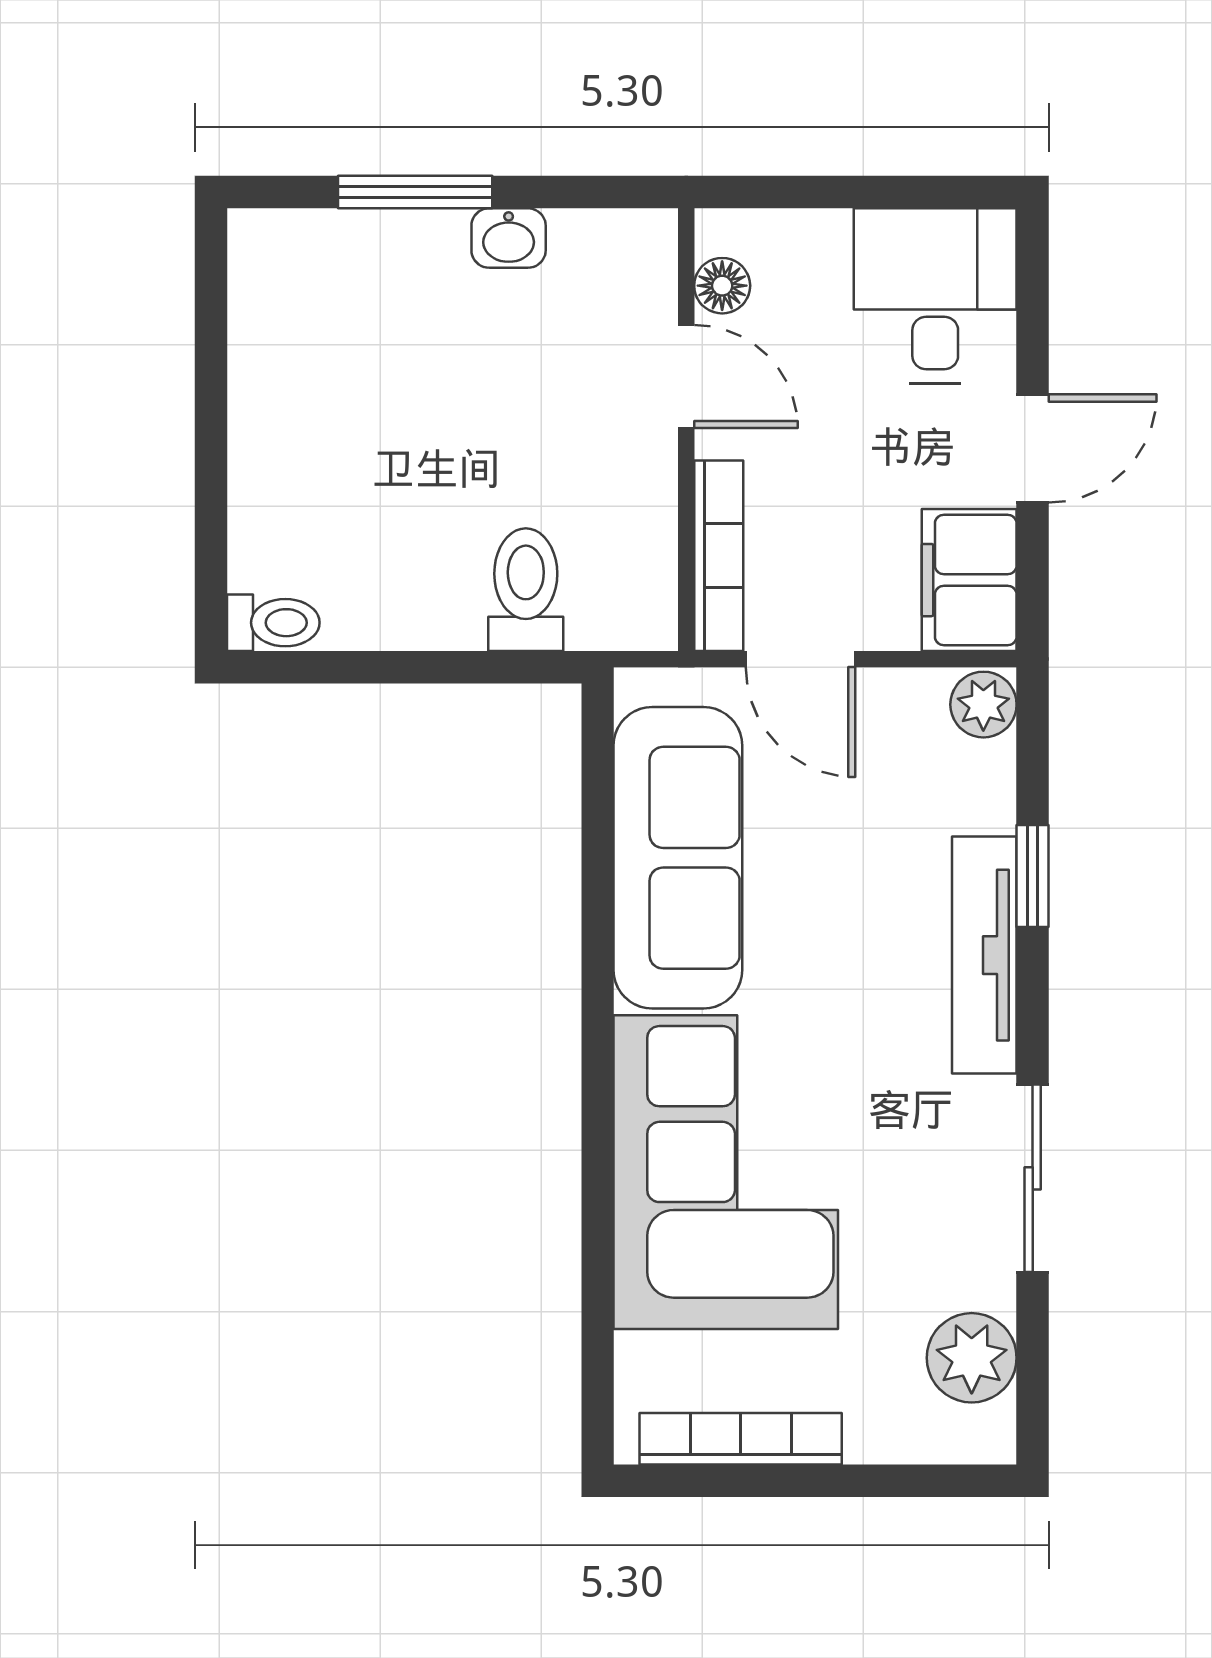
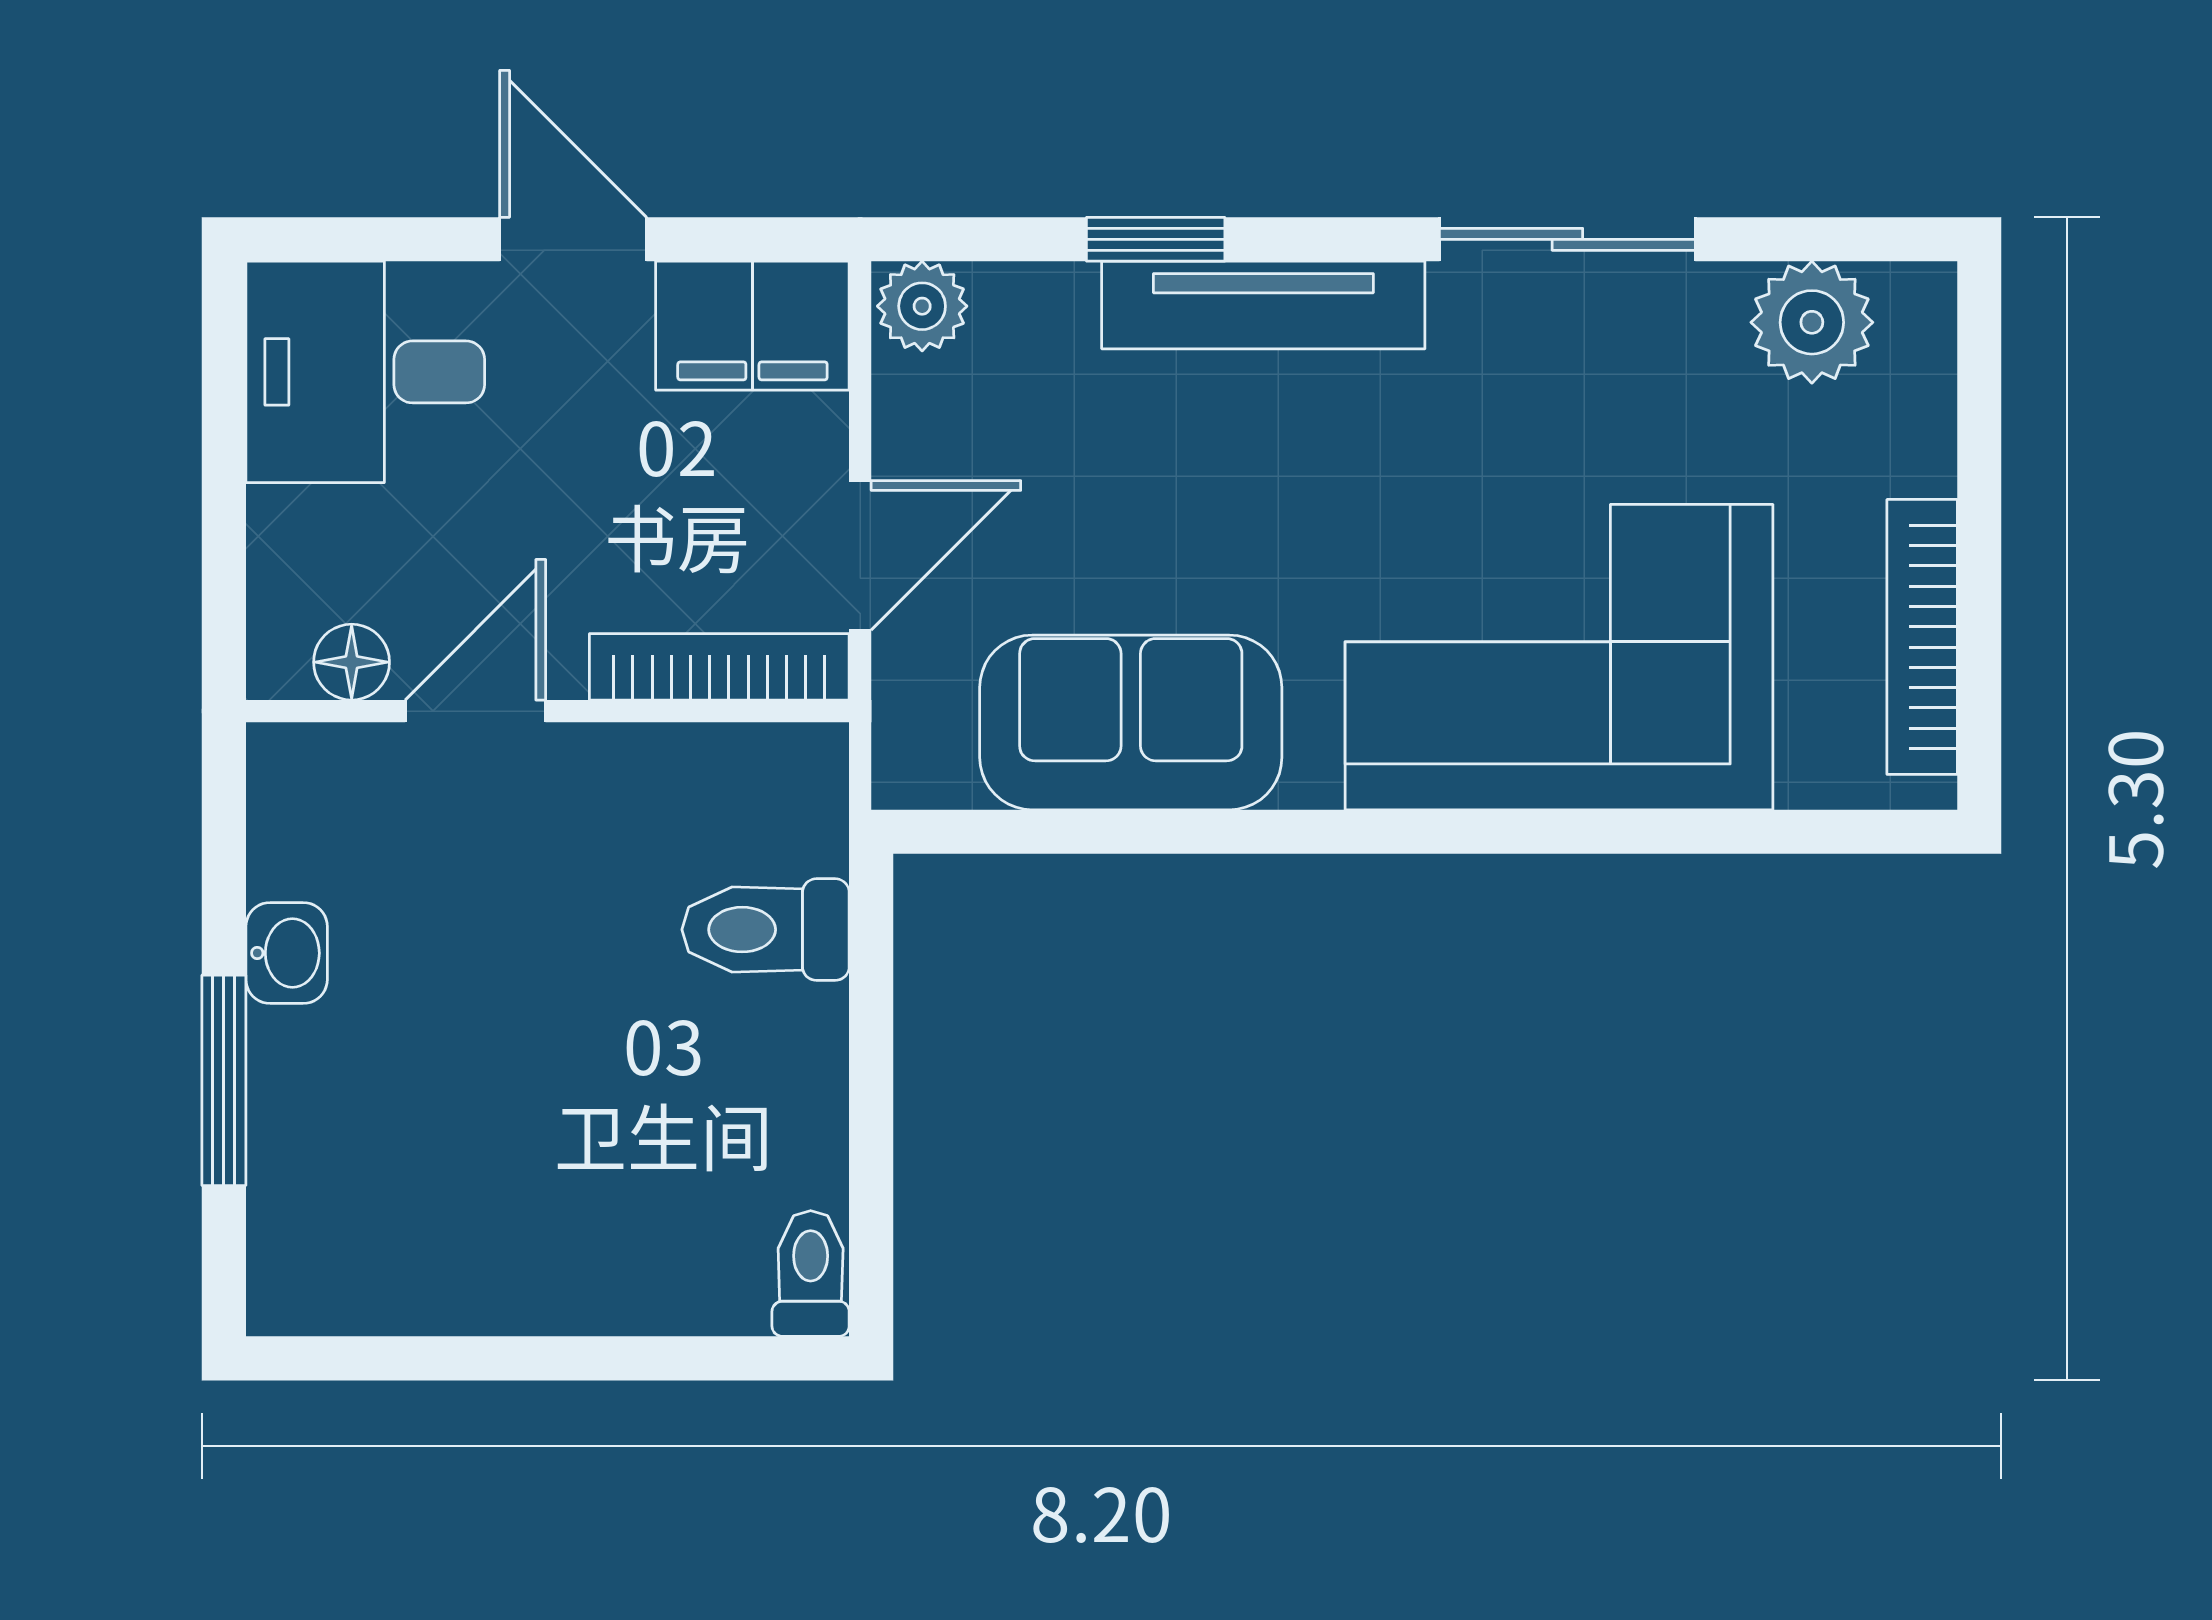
sofa: (678, 858) -> (1131, 722), width x0.73

